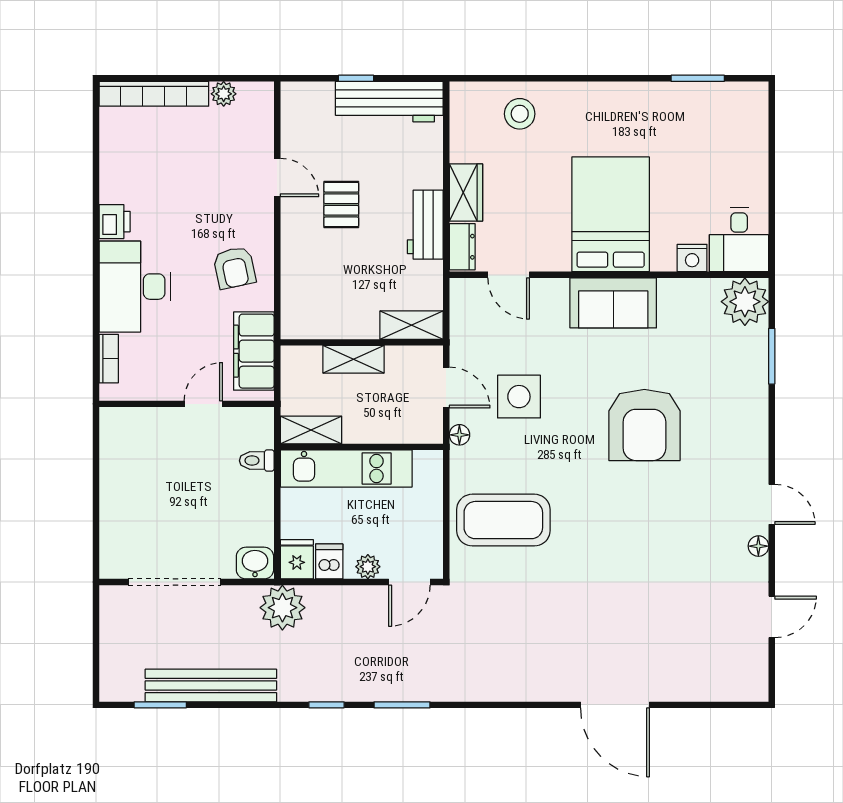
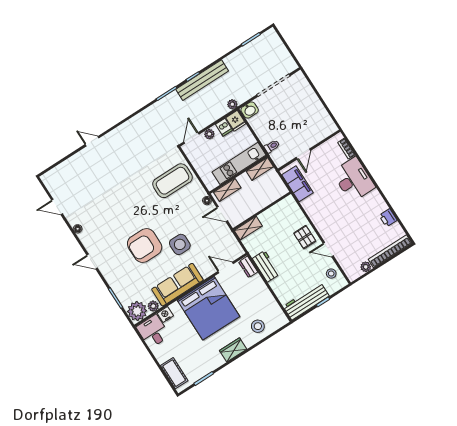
stool: (302, 125) -> (331, 274), added
cot: (750, 128) -> (174, 373), added
wardrobe: (466, 193) -> (233, 350), moved, turned 90
pallet: (341, 205) -> (305, 237), moved
bed: (611, 214) -> (209, 308), width x1.36
printer: (115, 222) -> (388, 218), moved
armchair: (234, 268) -> (323, 209), removed
plant: (706, 291) -> (153, 306), added
sofa: (613, 303) -> (177, 285), width x1.36
shelving: (354, 359) -> (227, 190), moved
side table: (519, 397) -> (180, 244), moved
armchair: (644, 425) -> (145, 246), turned -90
door: (772, 504) -> (92, 262), moved
plant: (282, 608) -> (232, 104), width x0.53, depth x0.53
door: (772, 617) -> (57, 207), hinge flipped
bench: (211, 685) -> (202, 80), moved
door: (615, 705) -> (92, 141), width x0.53

